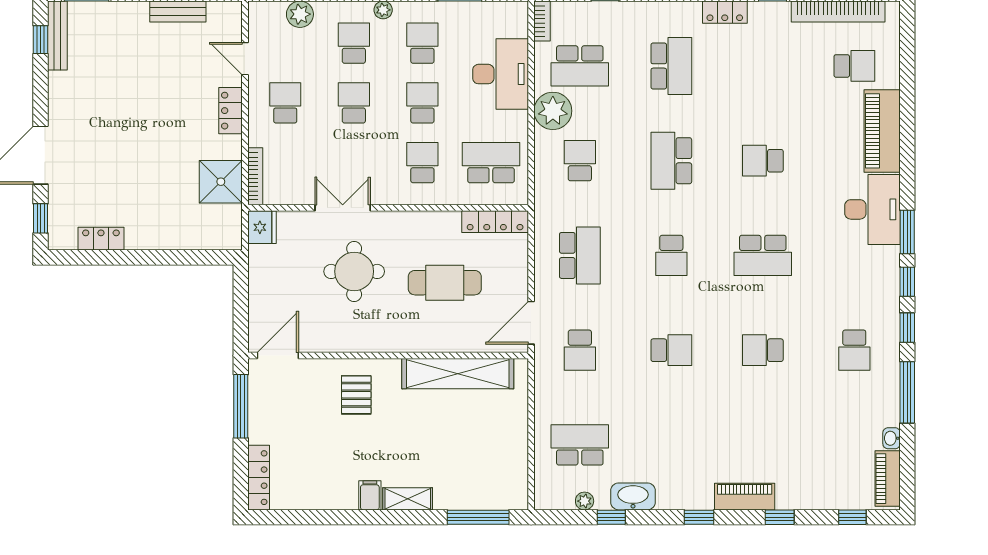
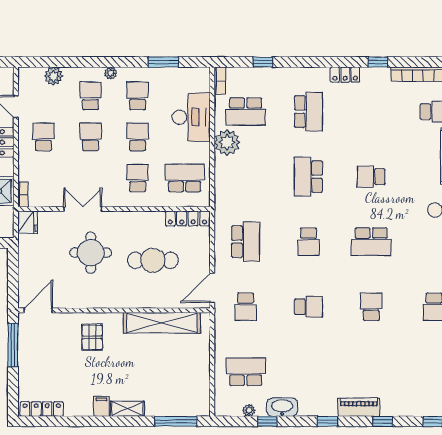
school desk: (580, 161) -> (246, 177), removed
bookcase: (255, 176) -> (23, 194), width x0.64
school desk: (763, 350) -> (371, 307), turned 90
locker: (259, 478) -> (42, 409), moved, turned -90

